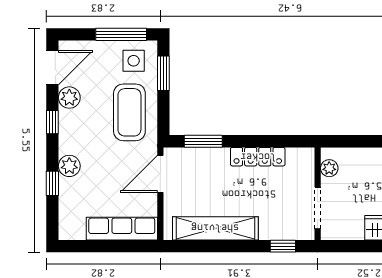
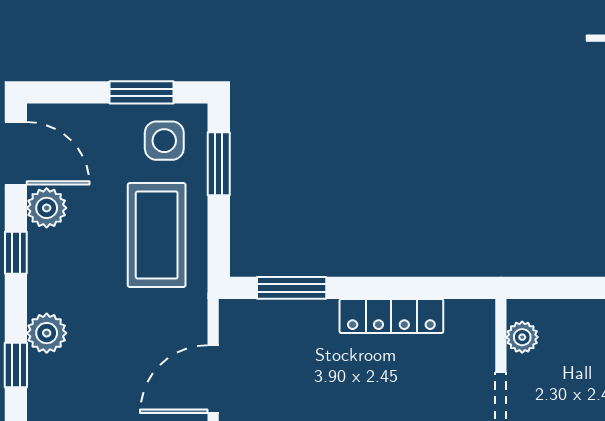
window: (121, 34) -> (141, 92), width x0.69
door: (52, 68) -> (16, 153), hinge flipped
door: (160, 174) -> (213, 379), moved

